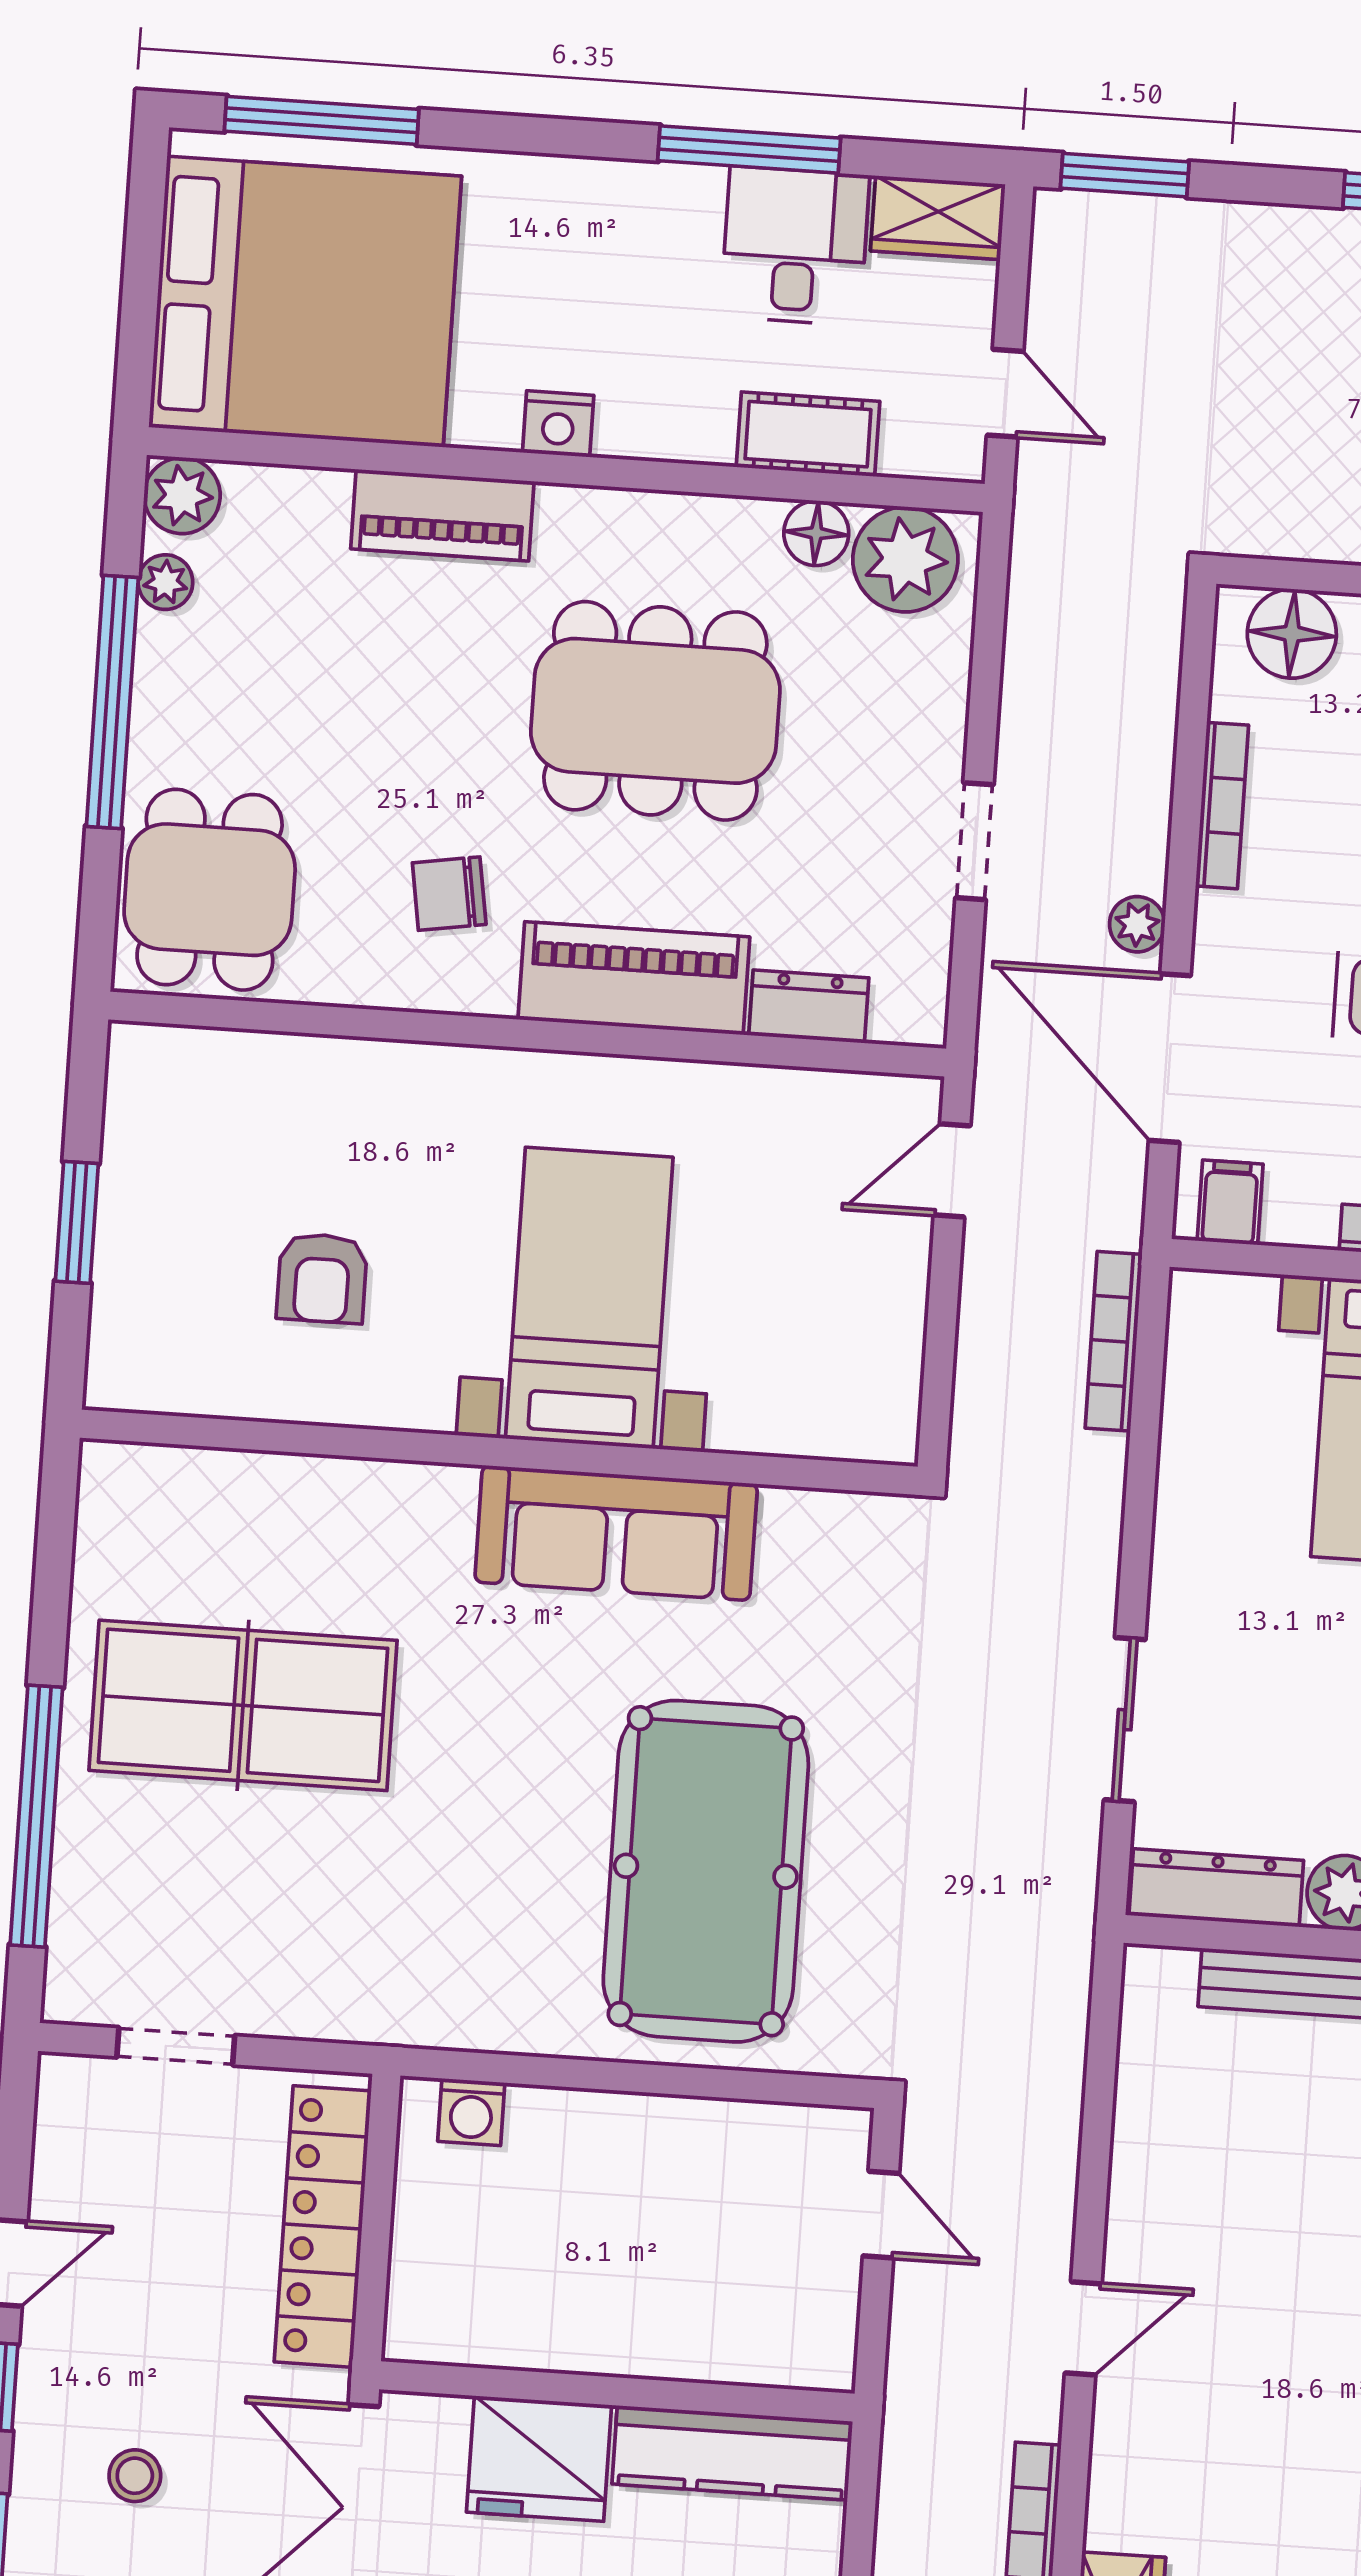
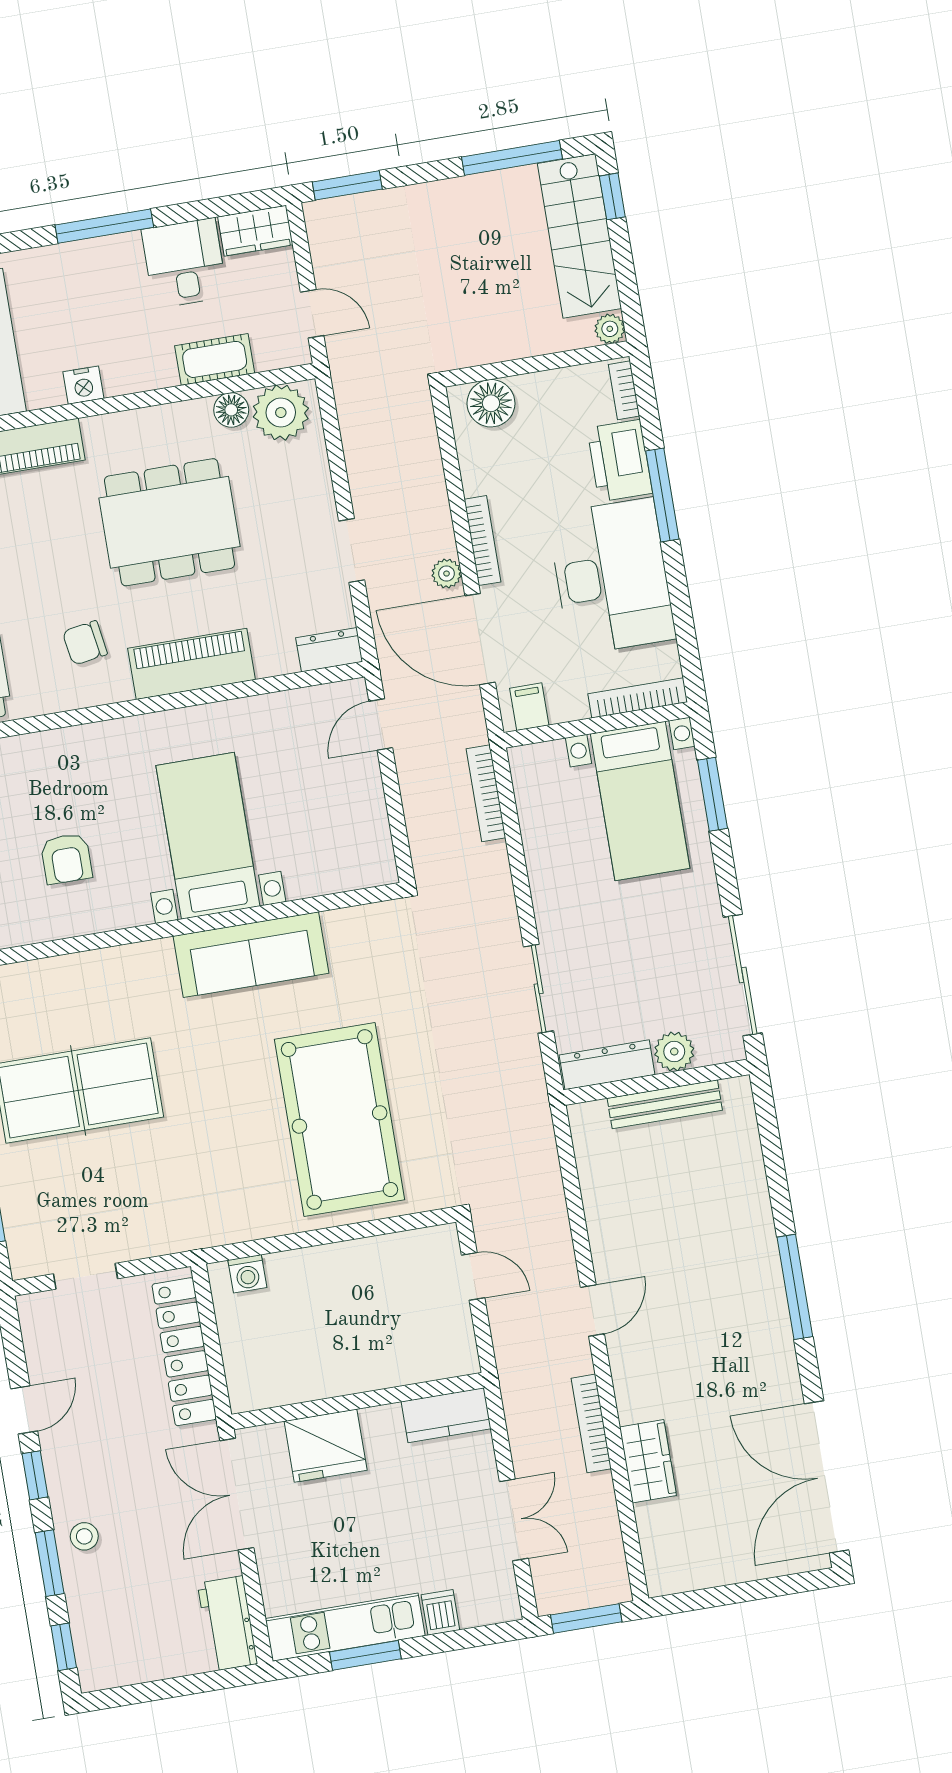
window: (749, 149) -> (104, 226), moved
bookcase: (1222, 806) -> (483, 541), moved
dresser: (809, 1006) -> (329, 650), moved
kitchen counter: (732, 2453) -> (446, 1415), width x0.67
stool: (135, 2476) -> (84, 1536), moved

